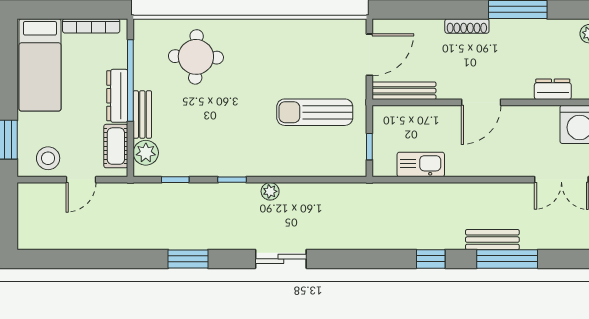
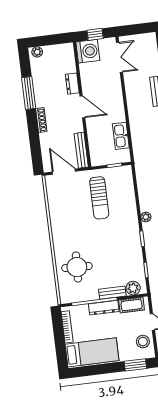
dresser: (553, 89) -> (72, 84), moved

